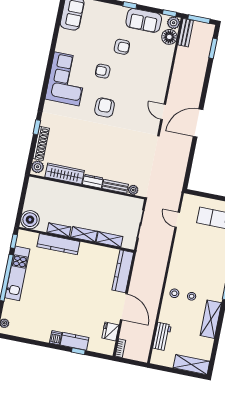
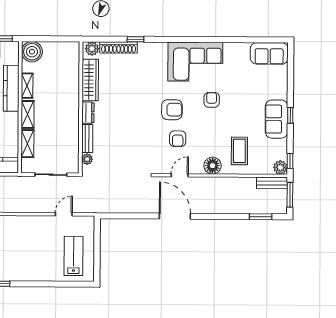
sofa: (144, 20) -> (277, 119), moved
floor lamp: (169, 37) -> (213, 166), moved
armchair: (122, 47) -> (178, 139), moved
coffee table: (152, 56) -> (239, 151), added

